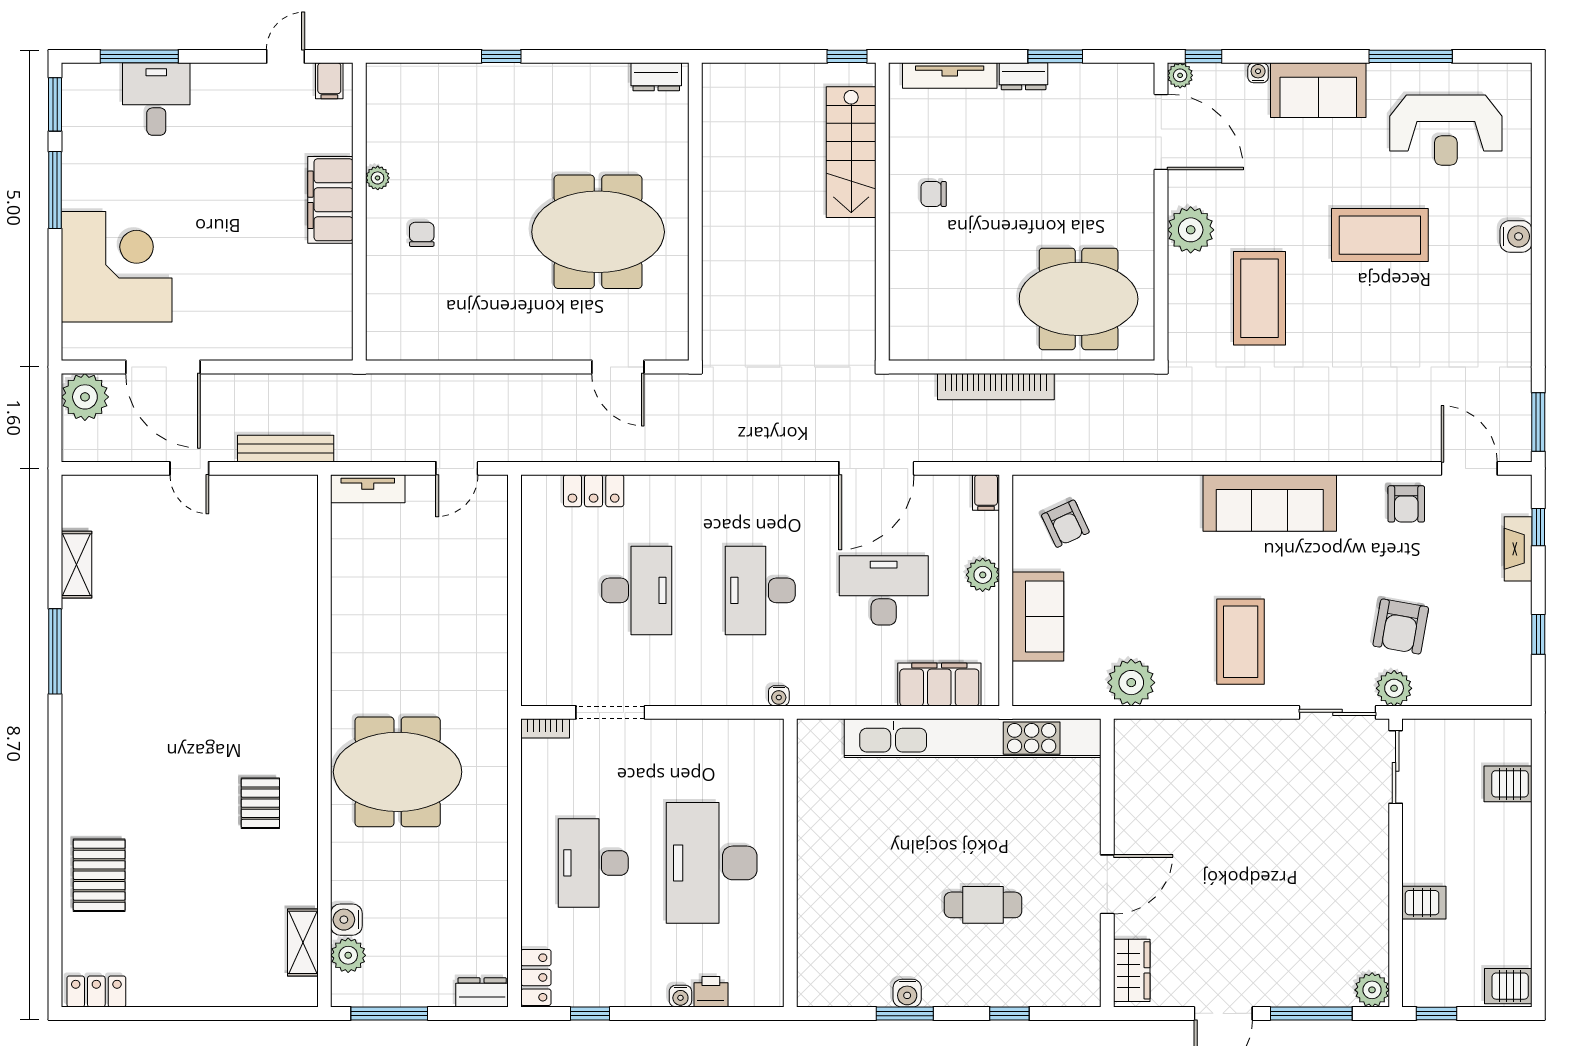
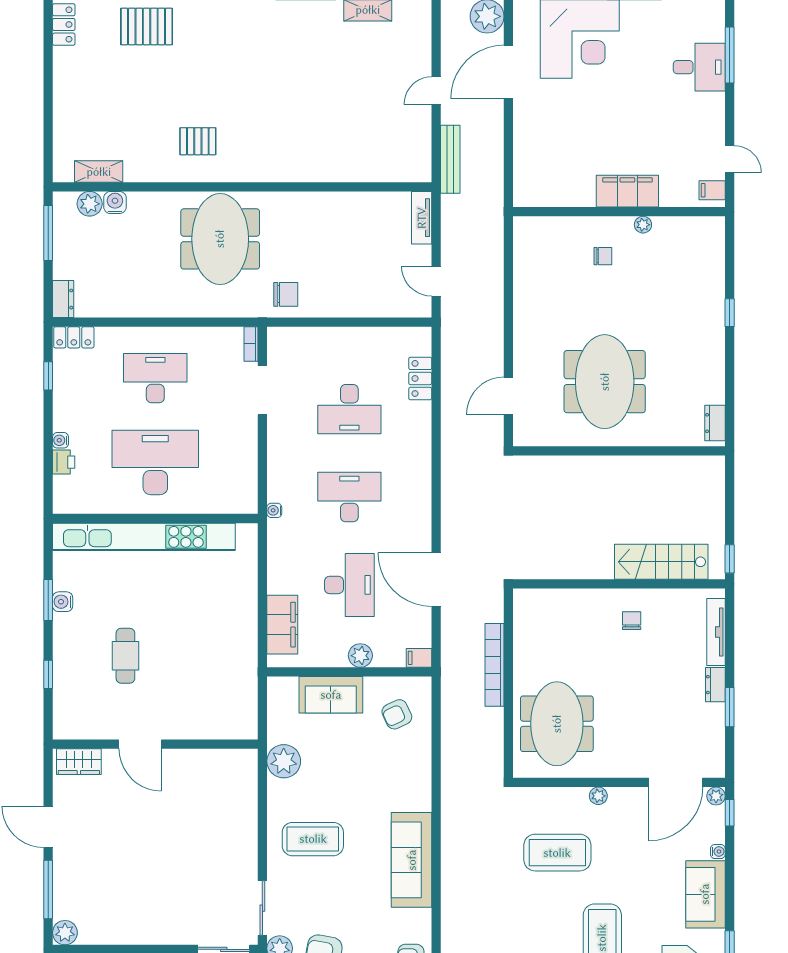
plant: (1191, 230) -> (598, 796), width x0.53, depth x0.53
chair: (475, 680) -> (286, 294), added
kitchen unit: (973, 738) -> (144, 537), moved, turned -90

